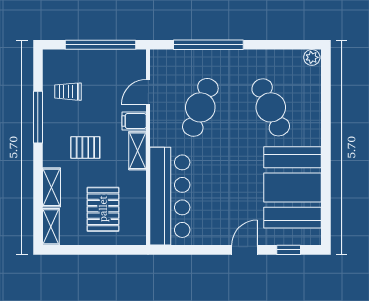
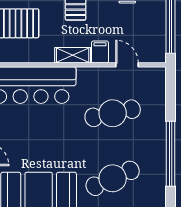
window: (208, 45) -> (171, 154), moved
cafe table: (200, 107) -> (113, 113), turned -33

